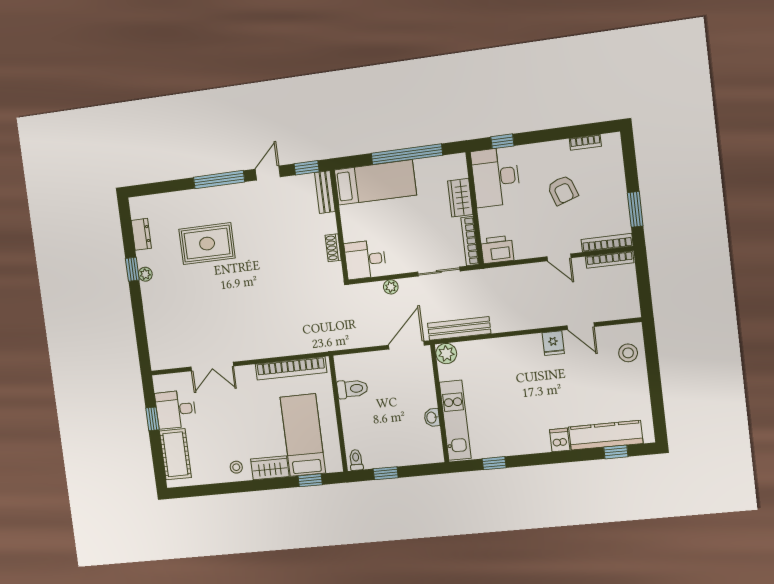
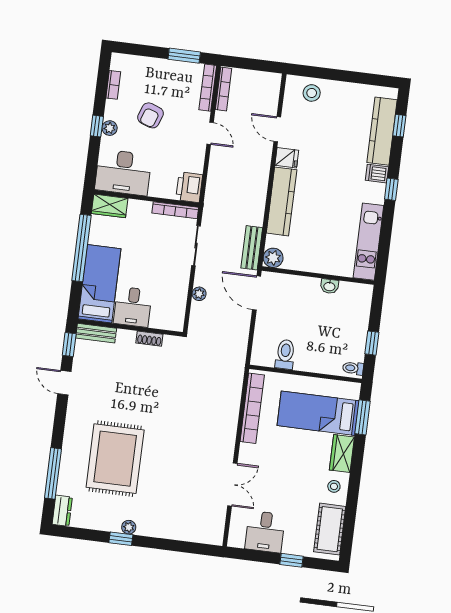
window: (502, 141) -> (97, 126), moved
plant: (538, 151) -> (110, 128), added
window: (219, 180) -> (53, 473), moved
armchair: (563, 190) -> (151, 115), turned 129
wardrobe: (460, 198) -> (110, 206), moved
dresser: (141, 234) -> (62, 511), moved, turned 90
rug: (207, 244) -> (115, 459), width x1.37, depth x1.44
door: (559, 257) -> (210, 133), hinge flipped
desk: (365, 260) -> (133, 307), moved
door: (581, 326) -> (277, 129), swing flipped
bench: (459, 328) -> (252, 248), width x0.73
kitchen counter: (506, 348) -> (282, 201), added
window: (152, 419) -> (292, 560), moved
kitchen unit: (455, 420) -> (368, 242), moved, turned -90
cot: (175, 454) -> (330, 529), moved, turned 90
window: (494, 463) -> (391, 189), moved
window: (310, 480) -> (363, 417), width x1.50

